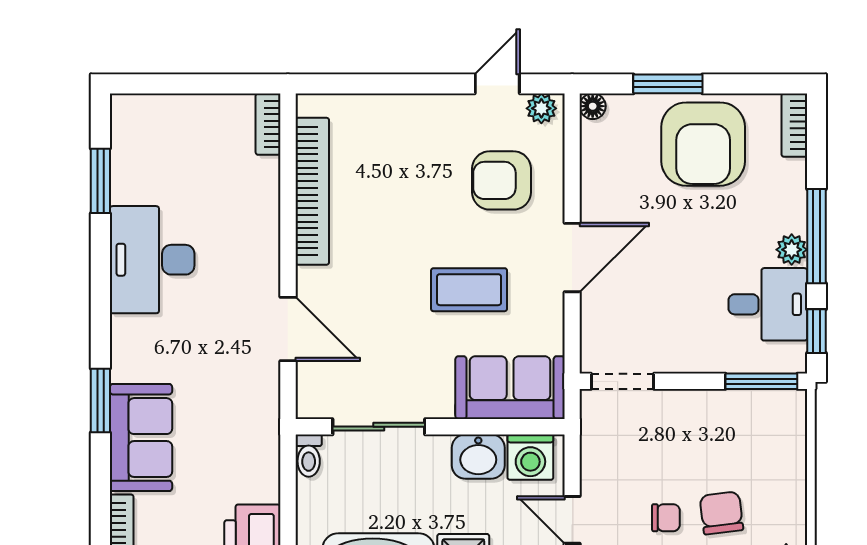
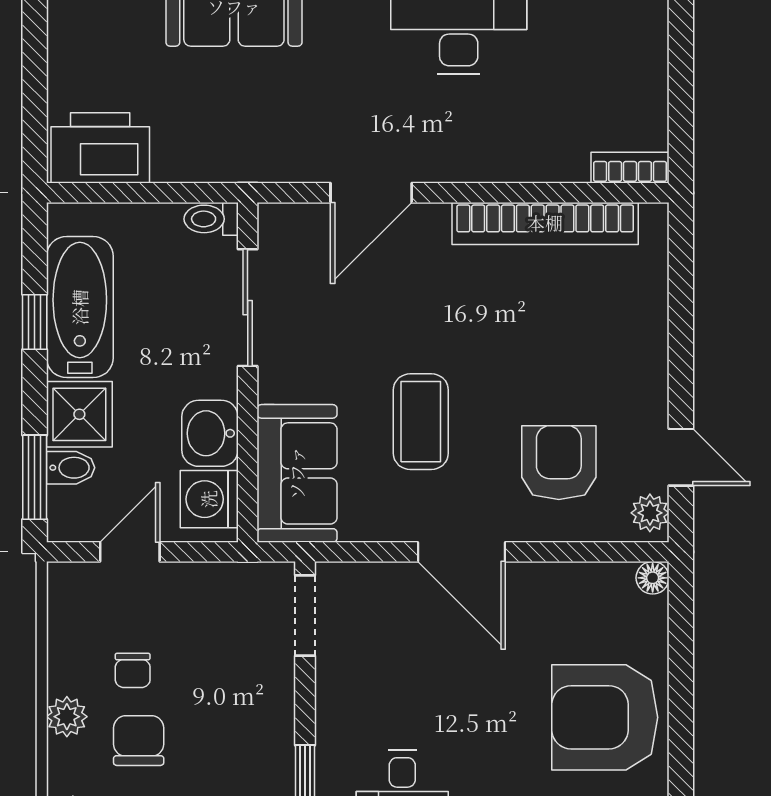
window: (668, 84) -> (681, 673), removed
chair: (721, 513) -> (139, 741), turned -83

